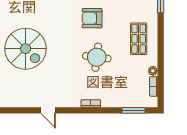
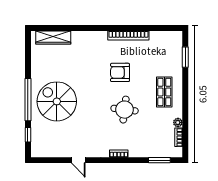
spiral stairs: (26, 49) -> (57, 101), turned 180

